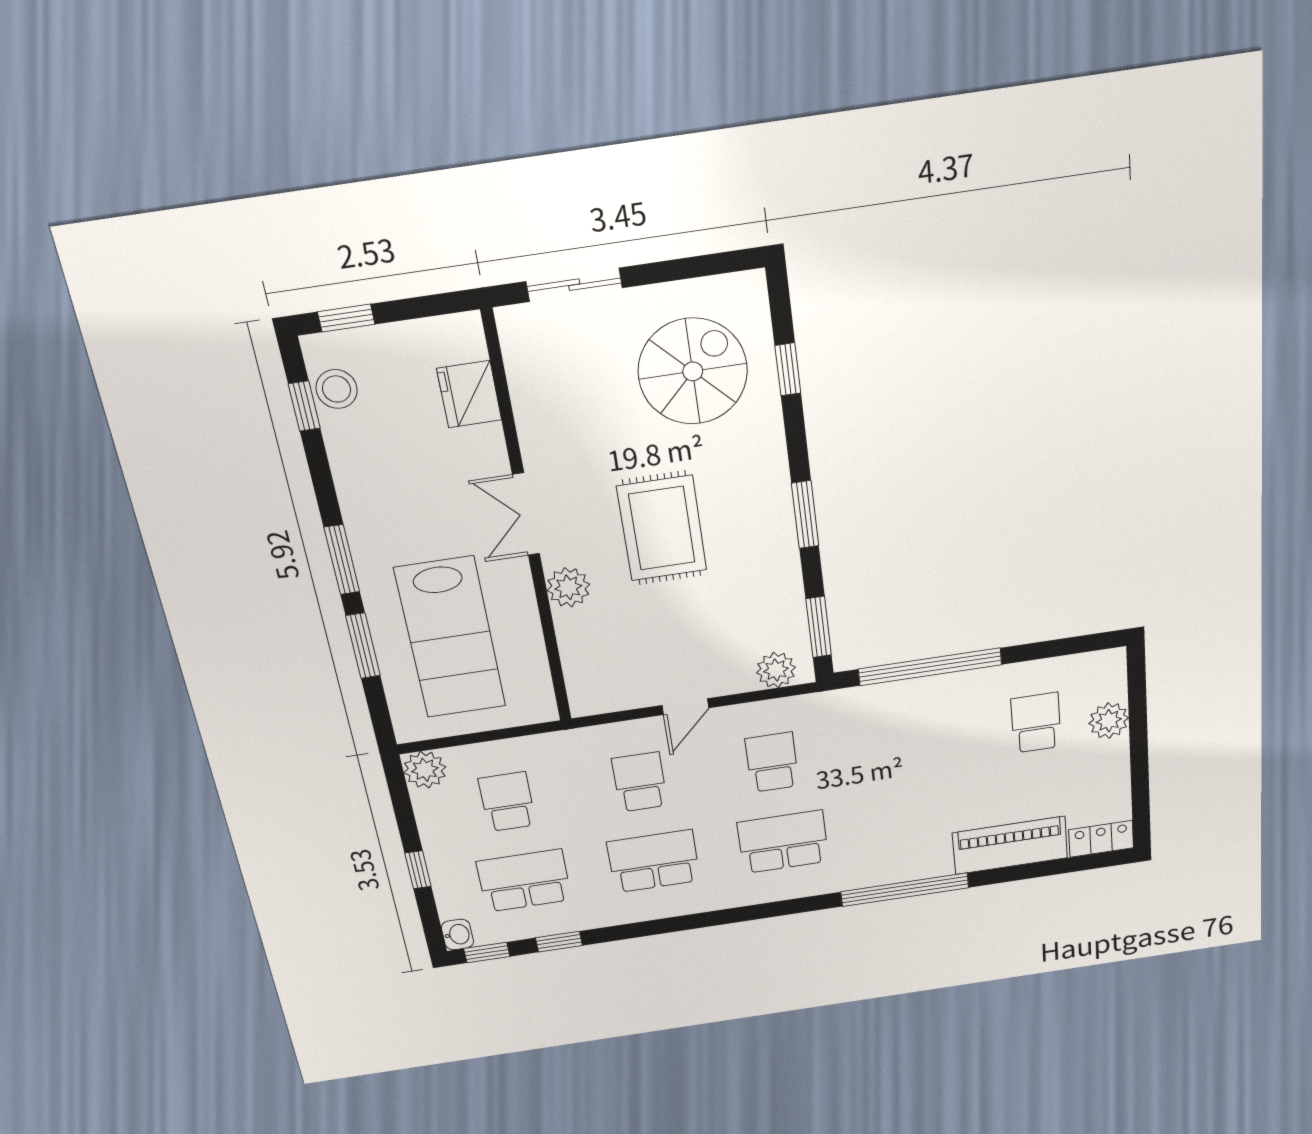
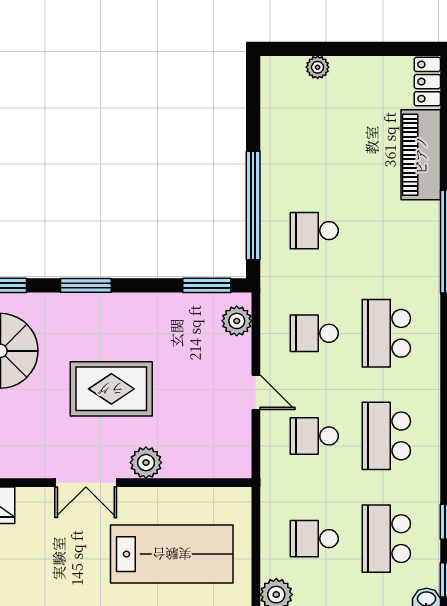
window: (805, 515) -> (86, 285), moved
plant: (1109, 721) -> (318, 67), width x0.73, depth x0.73
school desk: (1036, 723) -> (314, 231), moved

